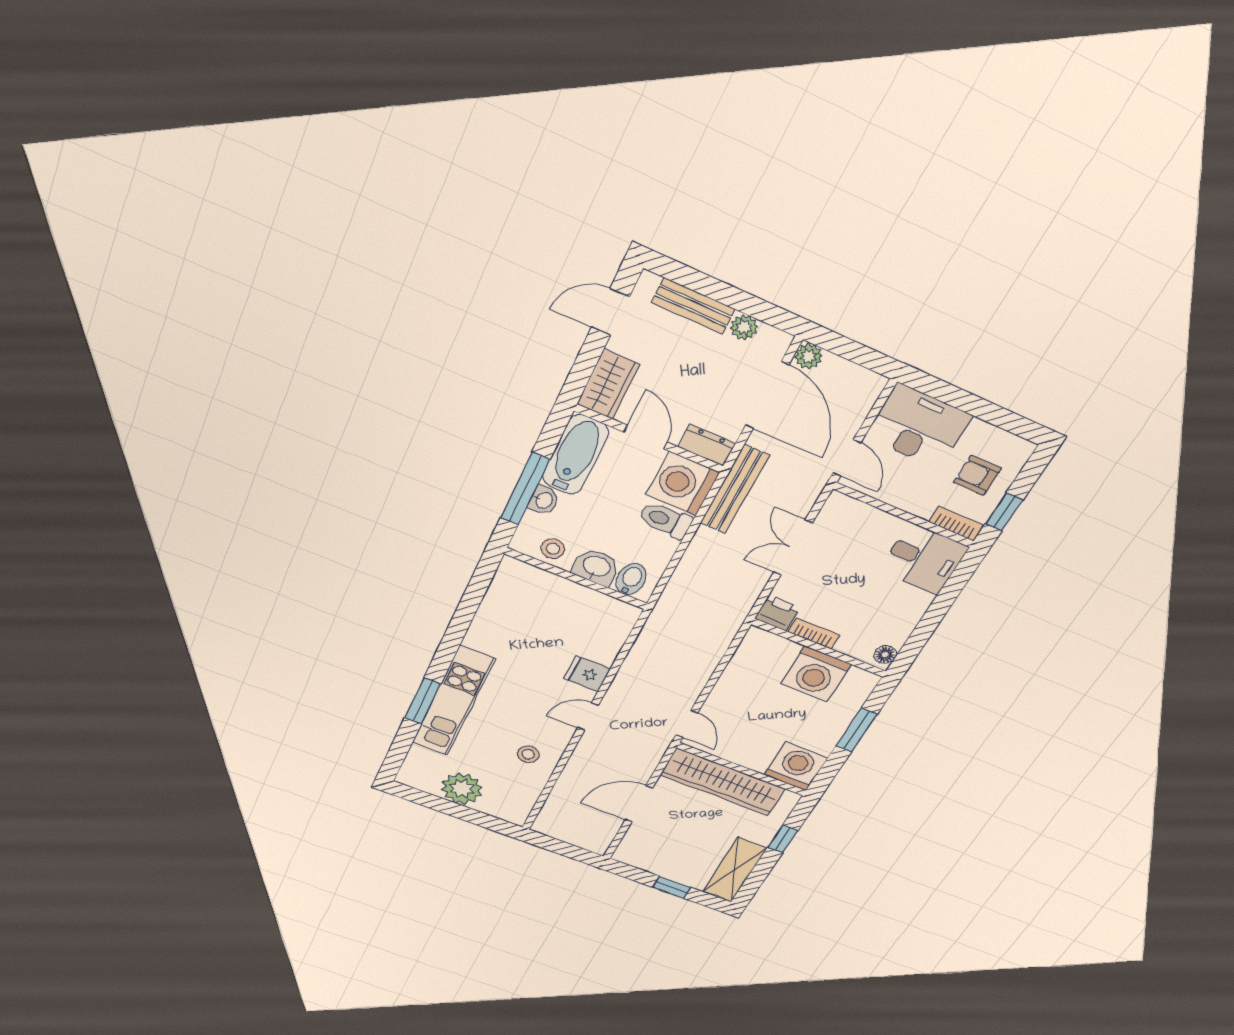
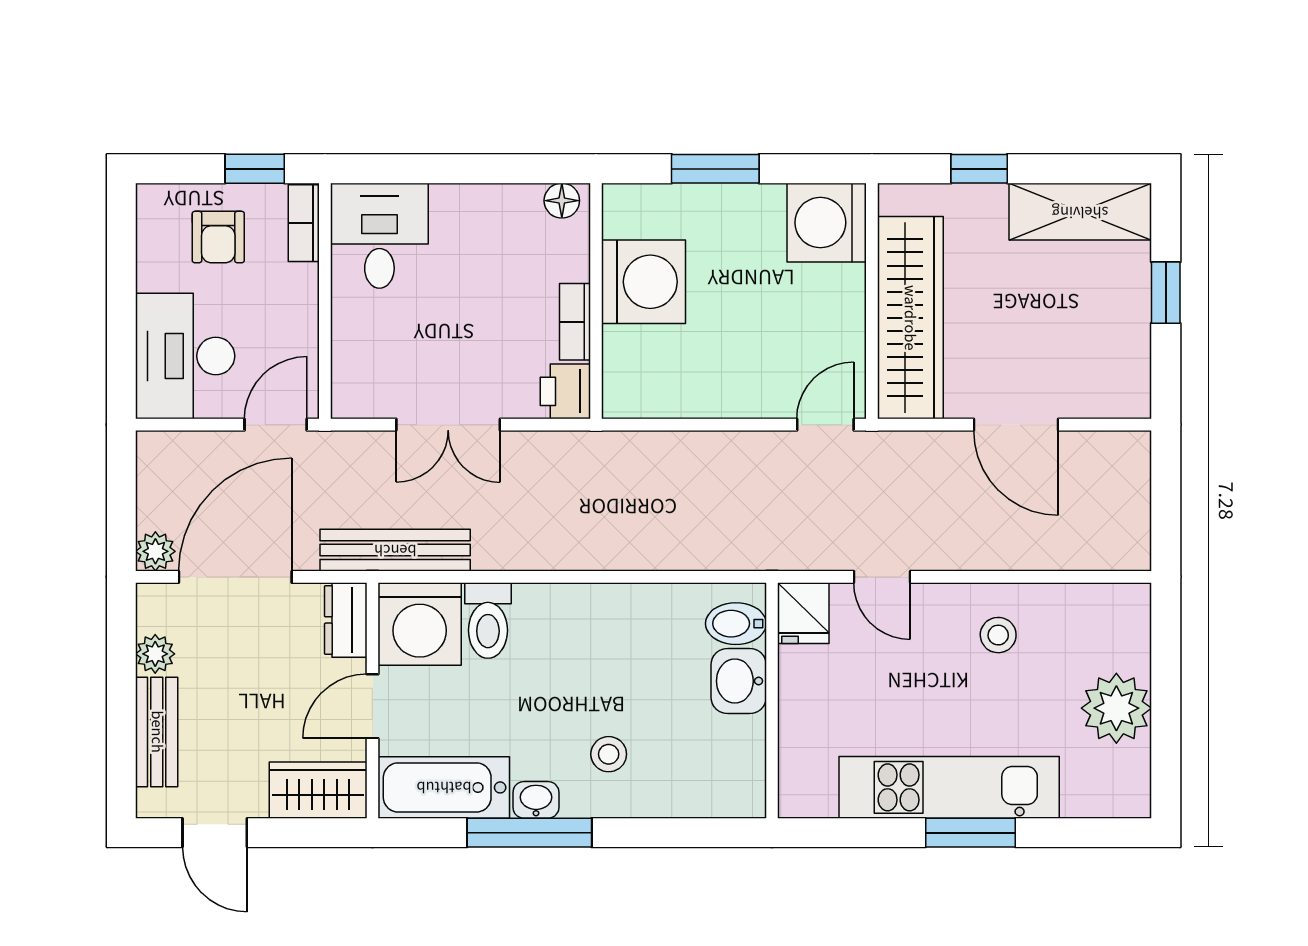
washbasin: (596, 567) -> (739, 681), moved
wall: (576, 579) -> (772, 700), moved
bidet: (631, 579) -> (736, 624), moved

